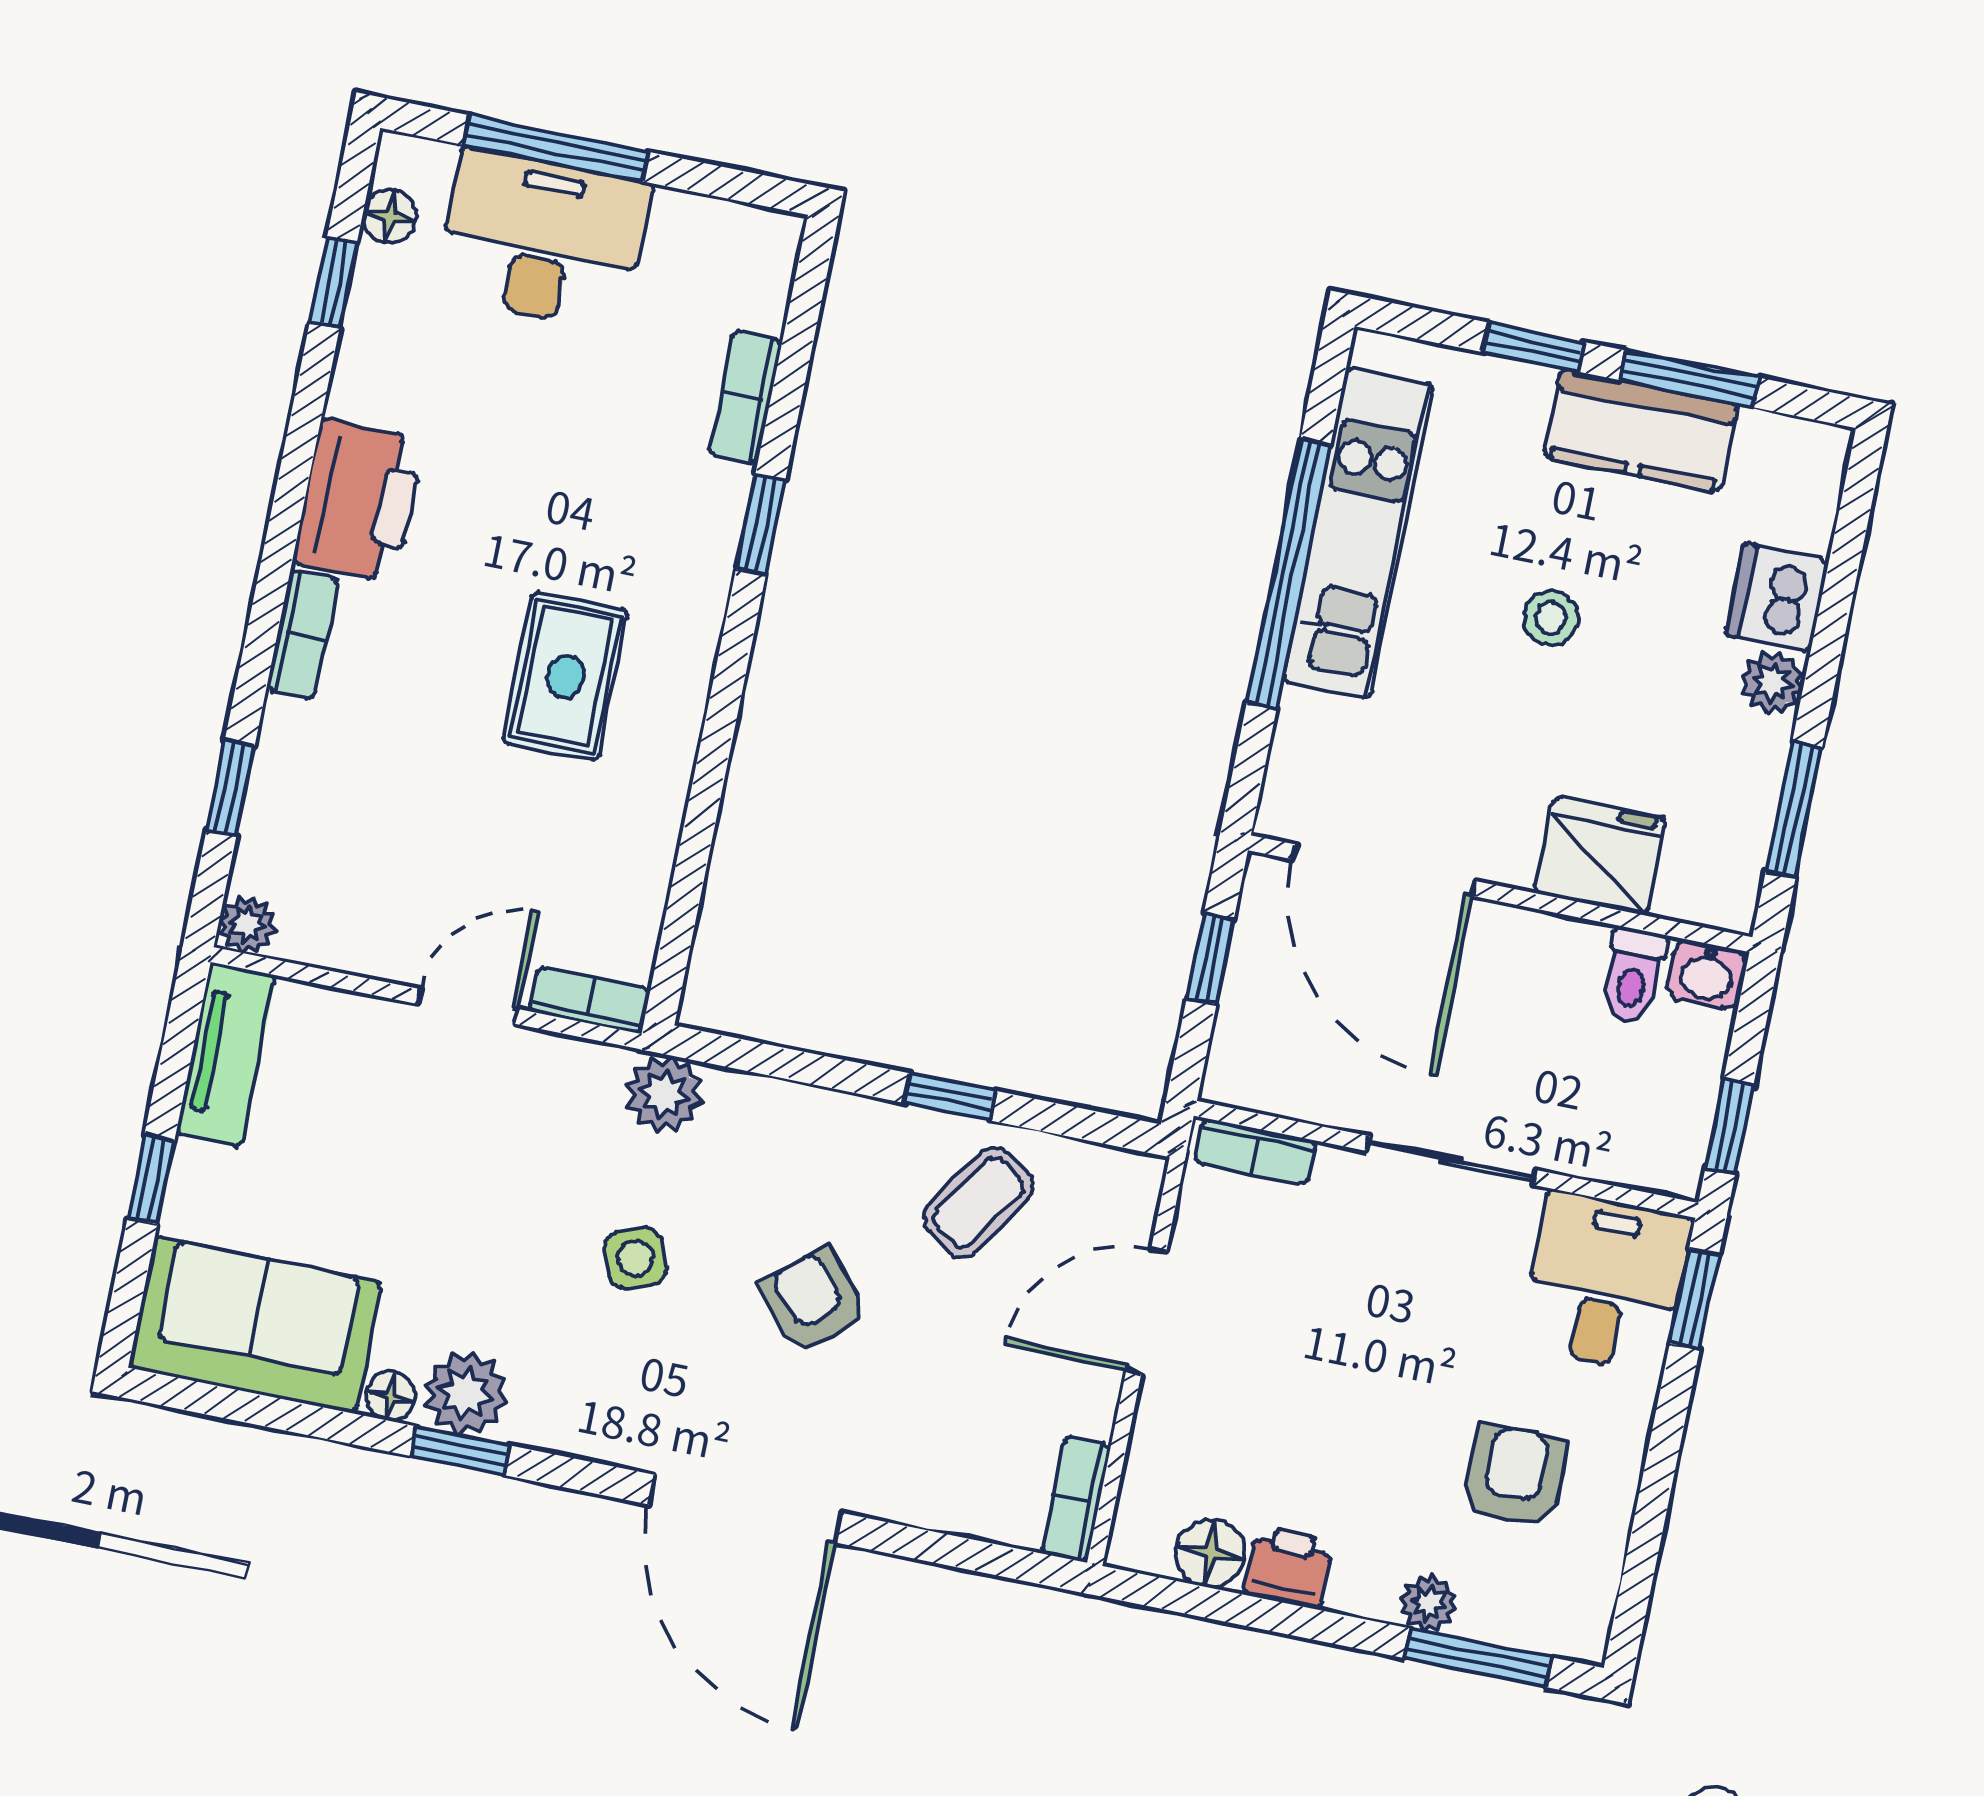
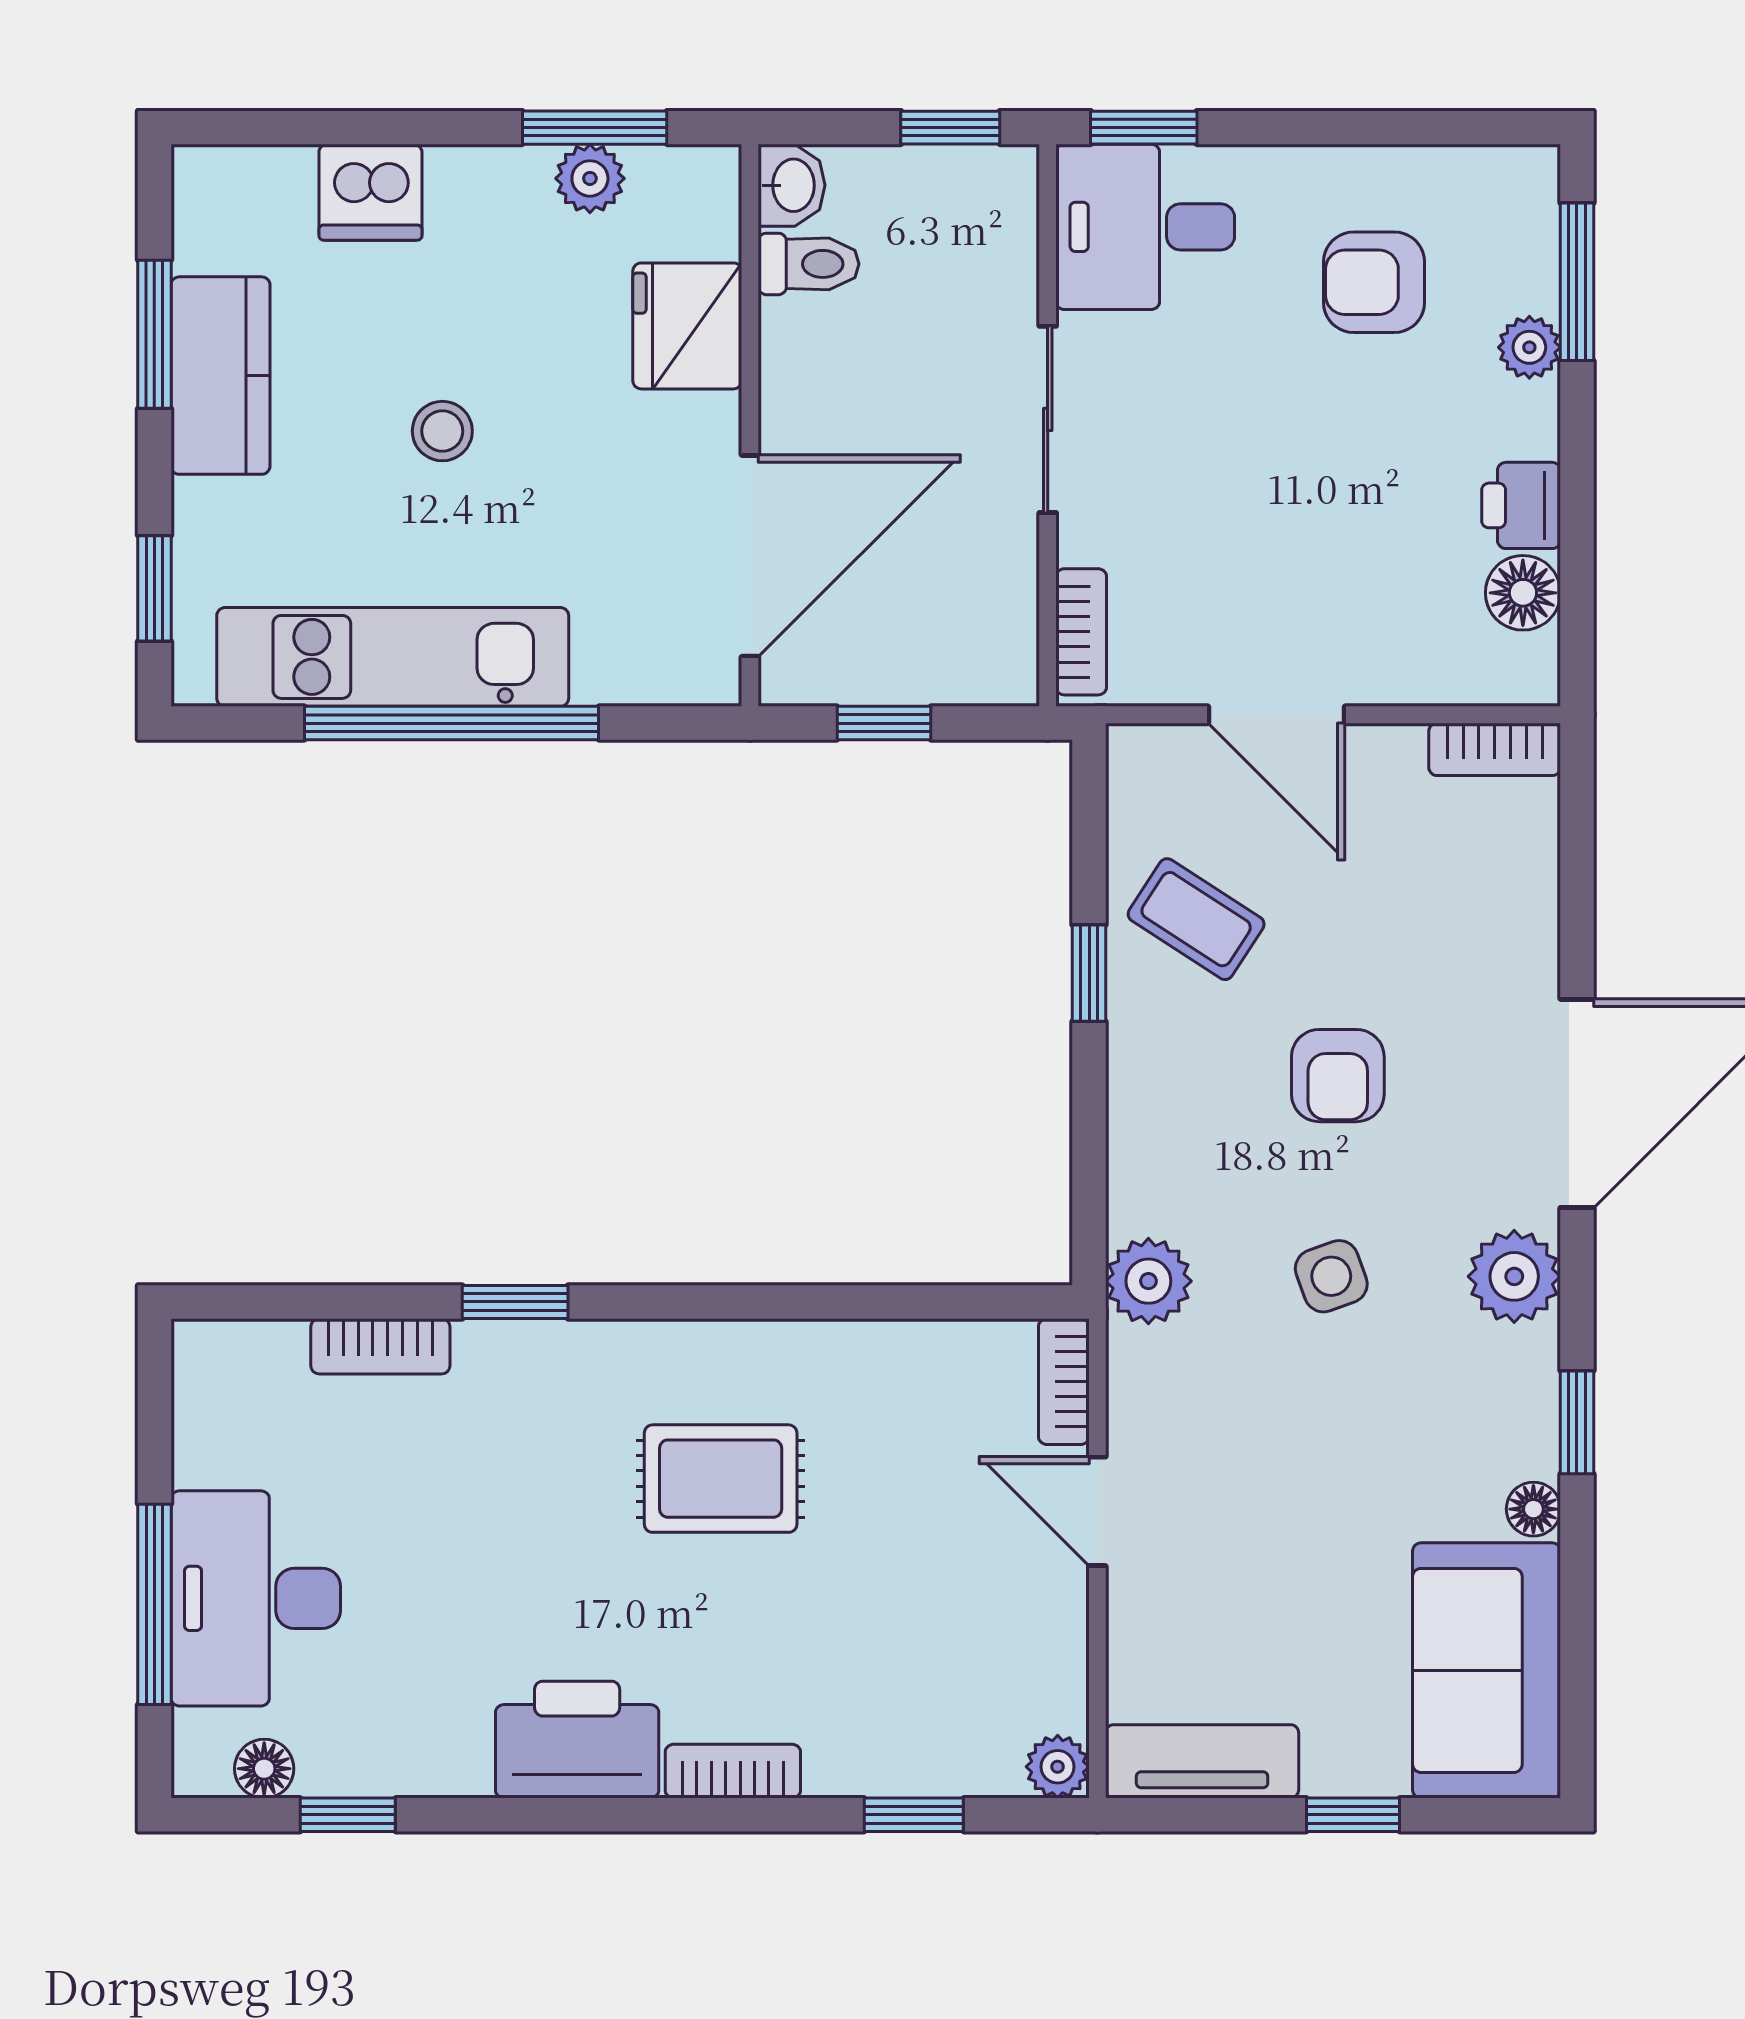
window: (1533, 347) -> (154, 588), moved
plant: (1772, 682) -> (590, 178), moved
armchair: (813, 1300) -> (1338, 1076), turned -49
plant: (466, 1393) -> (1514, 1276), moved

